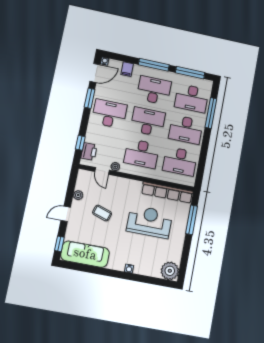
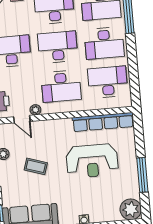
desk: (180, 161) -> (108, 82), turned 180
window: (192, 220) -> (142, 175), moved
reception desk: (150, 222) -> (92, 161), turned 180

